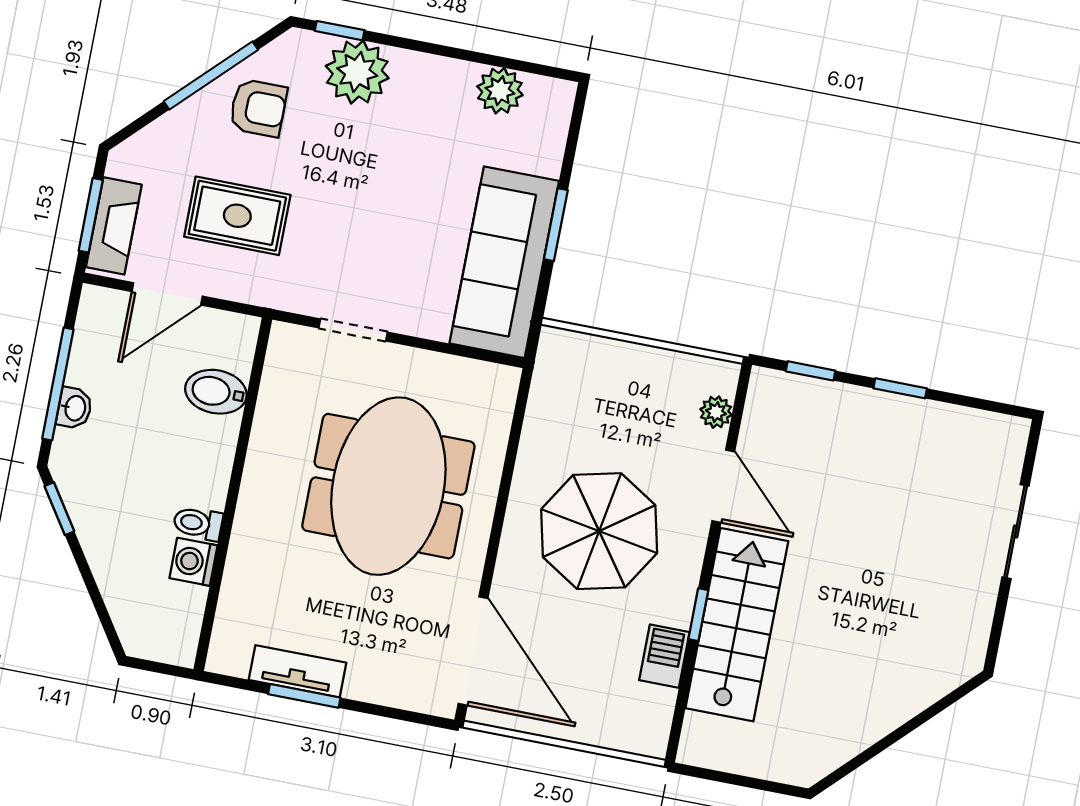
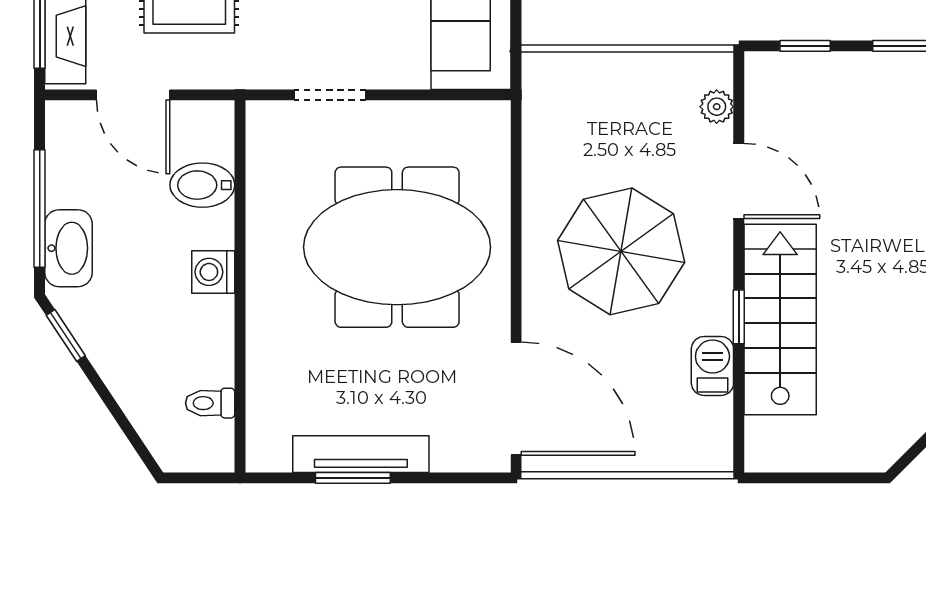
door: (167, 294) -> (133, 95), hinge flipped
washbasin: (74, 408) -> (68, 248), width x1.91, depth x1.45
meeting table: (388, 486) -> (397, 247), turned 90
toilet: (198, 523) -> (210, 403), moved
washing machine: (194, 562) -> (213, 272), moved
tv unit: (298, 671) -> (361, 454), width x1.41

